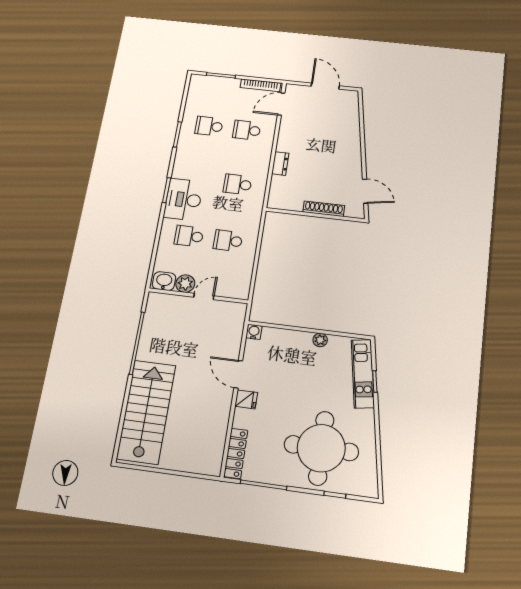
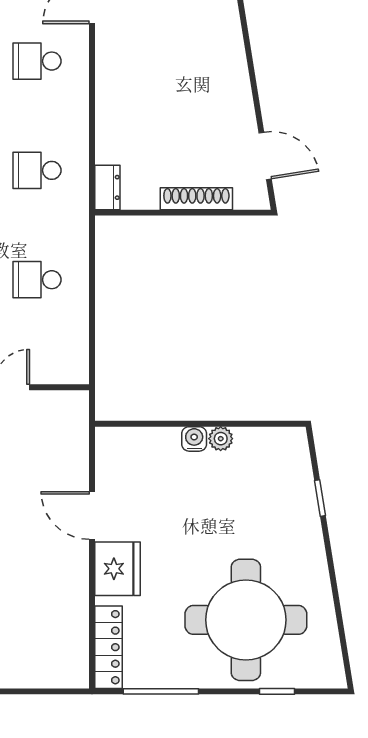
dresser: (280, 164) -> (107, 187), moved
water cooler: (254, 332) -> (194, 439), moved
kitchen unit: (363, 374) -> (299, 487), removed
fridge: (246, 399) -> (118, 569), width x1.88, depth x1.34

